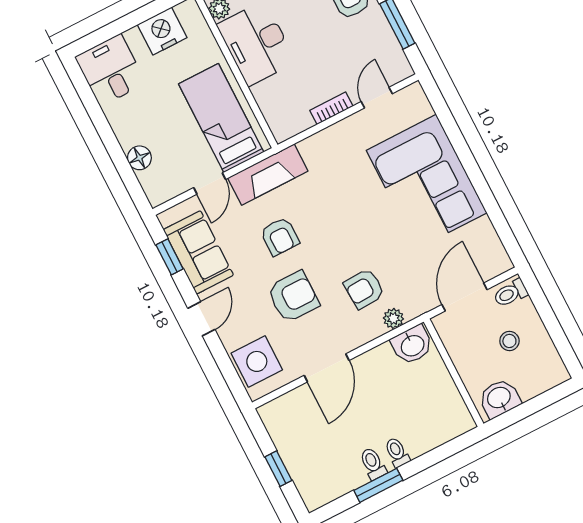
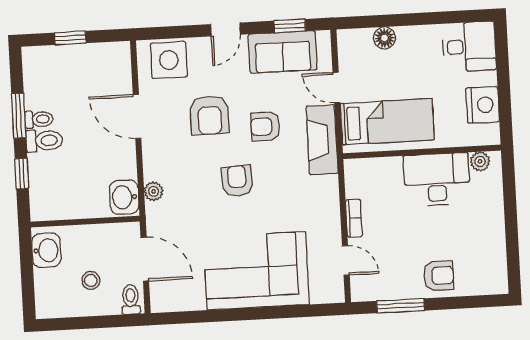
armchair: (364, 289) -> (237, 181), moved
door: (201, 319) -> (226, 29), hinge flipped
toilet: (397, 452) -> (44, 141), width x1.37, depth x1.39
window: (434, 457) -> (22, 174), added

